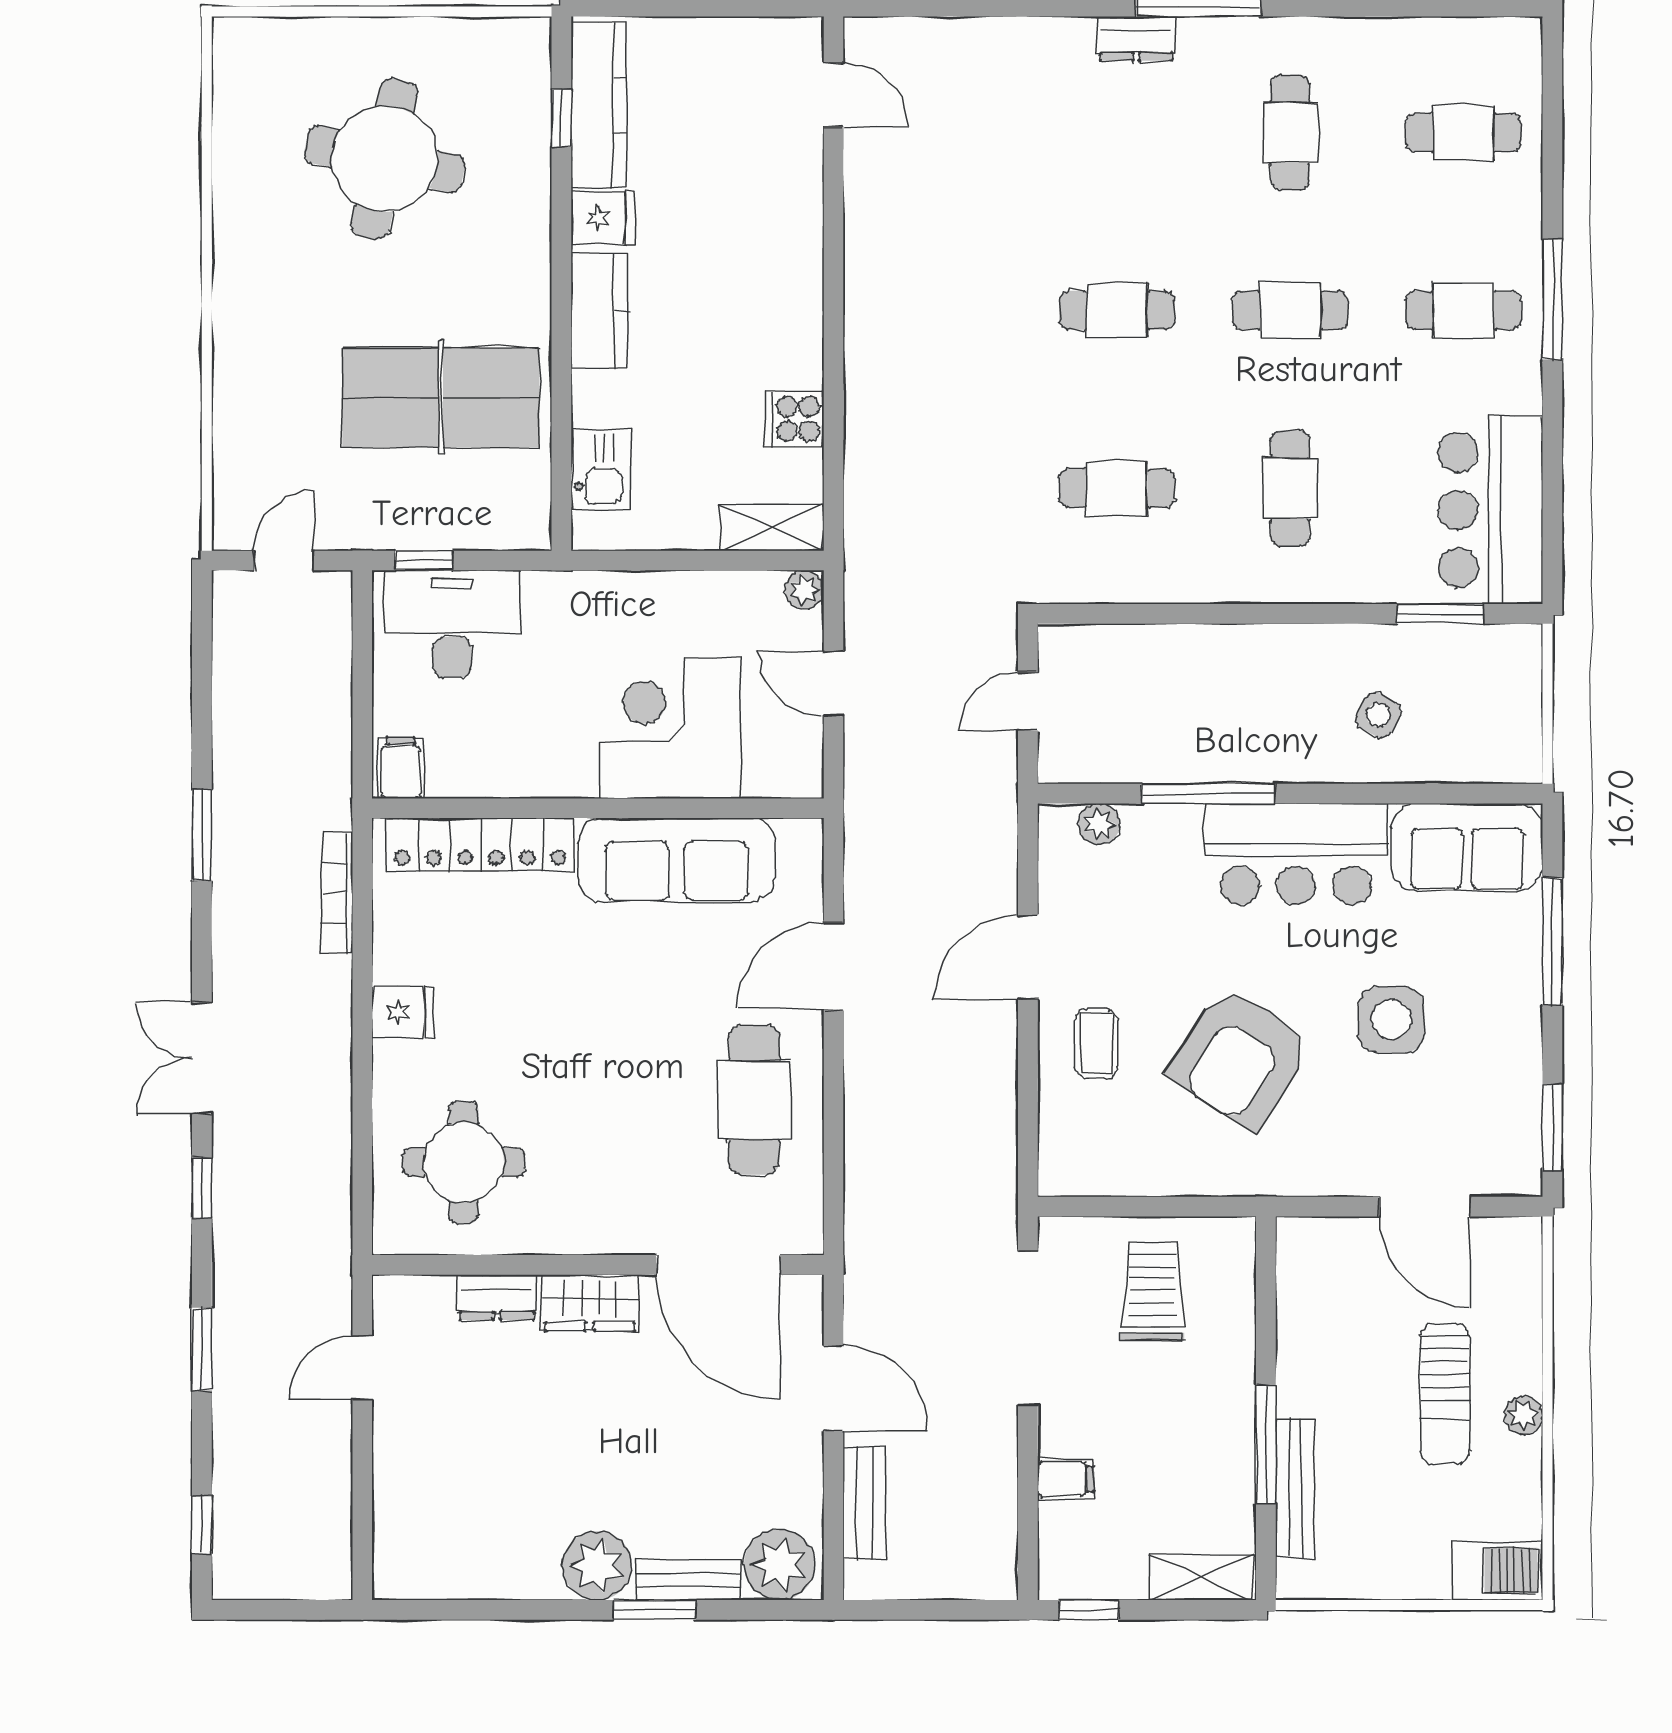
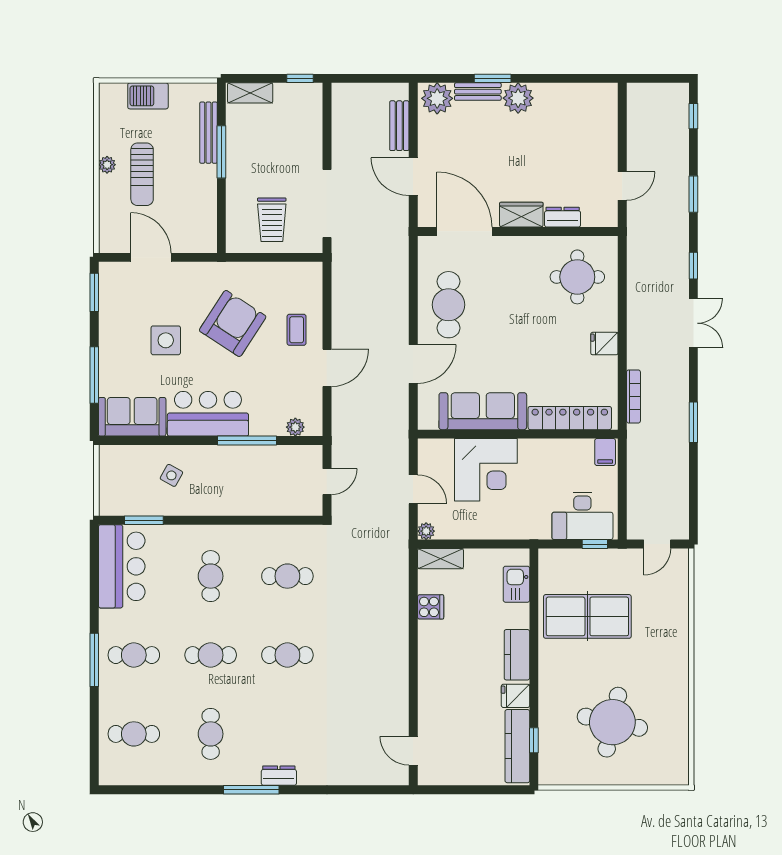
sun lounger: (1445, 1394) -> (142, 174), turned 180
filing cabinet: (1065, 1479) -> (310, 136), removed
barbecue: (1497, 1571) -> (148, 96), moved

